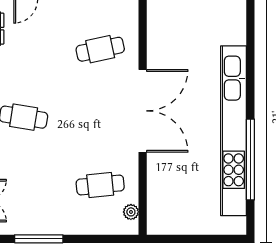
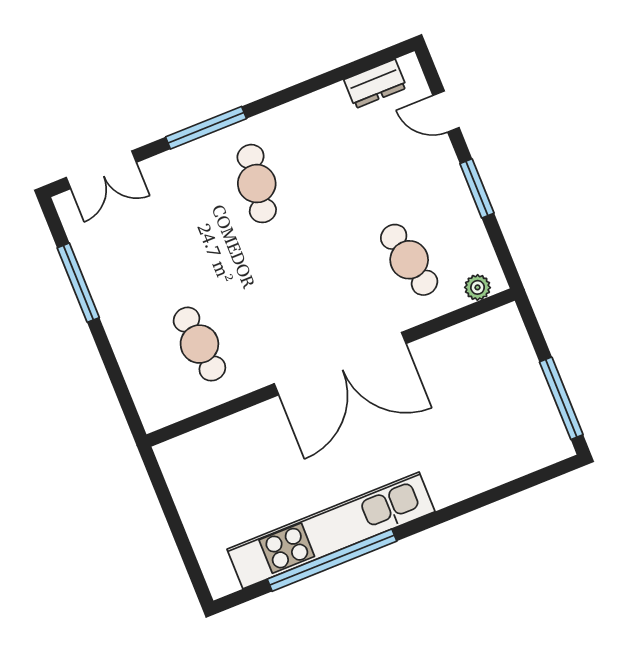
kitchen unit: (234, 131) -> (331, 530), width x0.73
plant: (131, 212) -> (478, 287), moved

